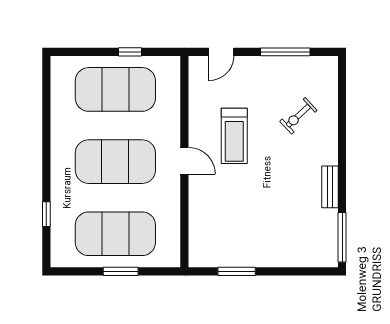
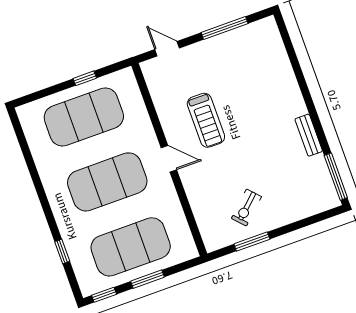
door: (221, 52) -> (167, 49), swing flipped
exercise bike: (298, 116) -> (246, 208), moved
window: (72, 271) -> (104, 295), added

